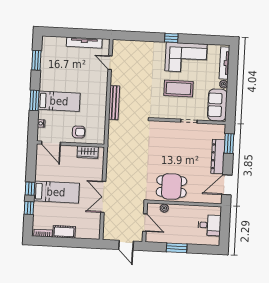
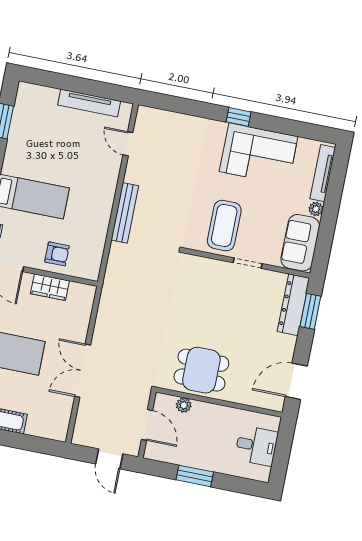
coffee table: (178, 89) -> (224, 226), moved, turned 90
wardrobe: (88, 152) -> (50, 287), moved
dresser: (218, 157) -> (293, 305), moved

